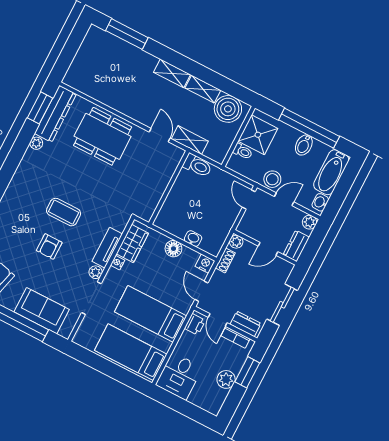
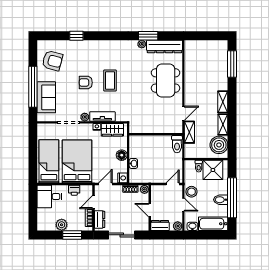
window: (40, 108) -> (148, 36), moved
bed: (151, 314) -> (77, 161), width x1.50
printer: (195, 324) -> (74, 190), moved

